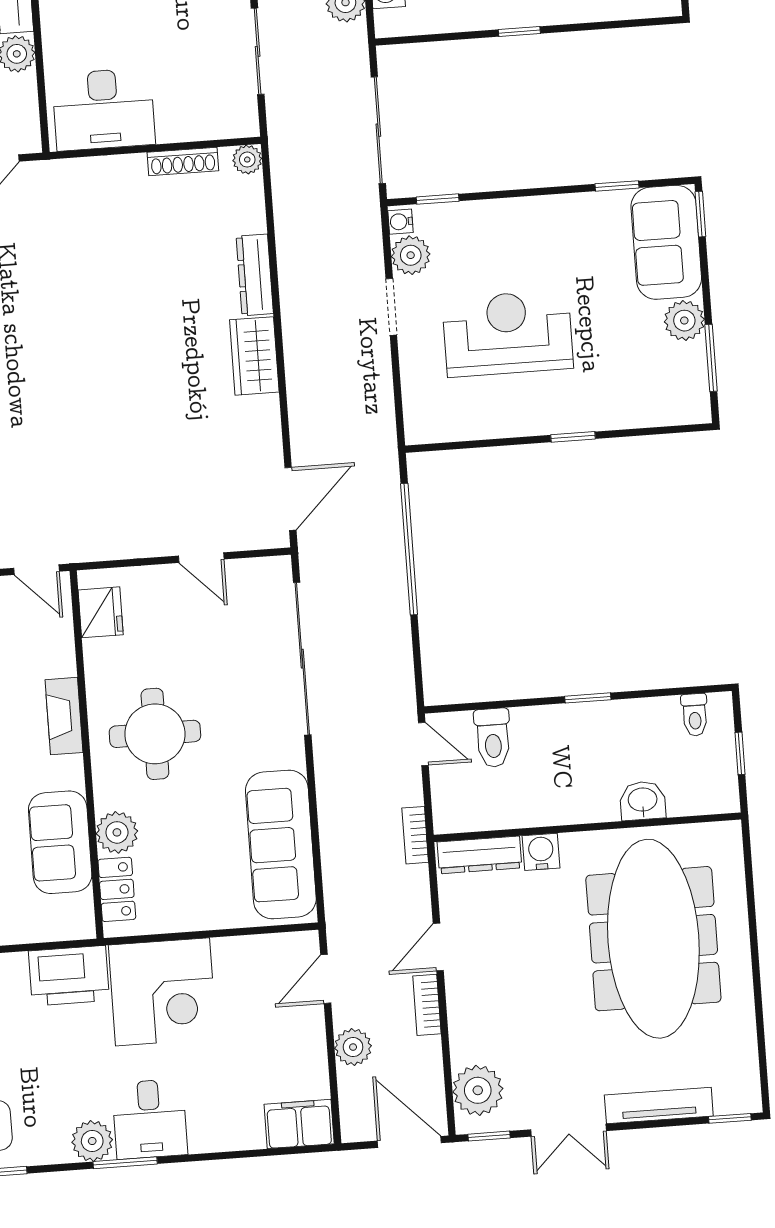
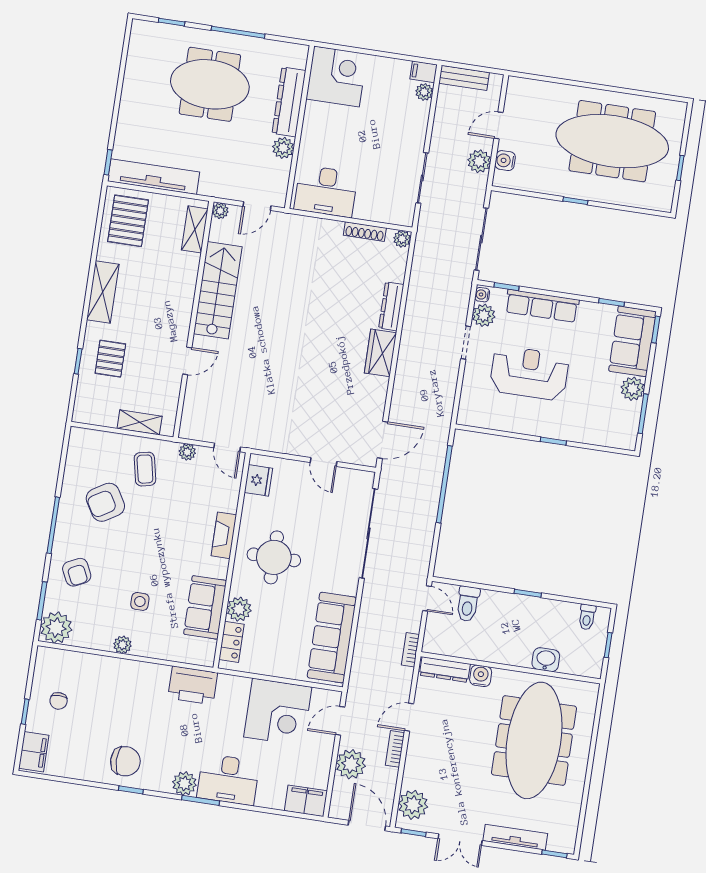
row of seats: (504, 218) -> (542, 306), added
corner desk: (163, 992) -> (278, 712), moved
plant: (353, 1047) -> (351, 764), width x1.36, depth x1.36
desk: (150, 1119) -> (228, 780), width x1.37

